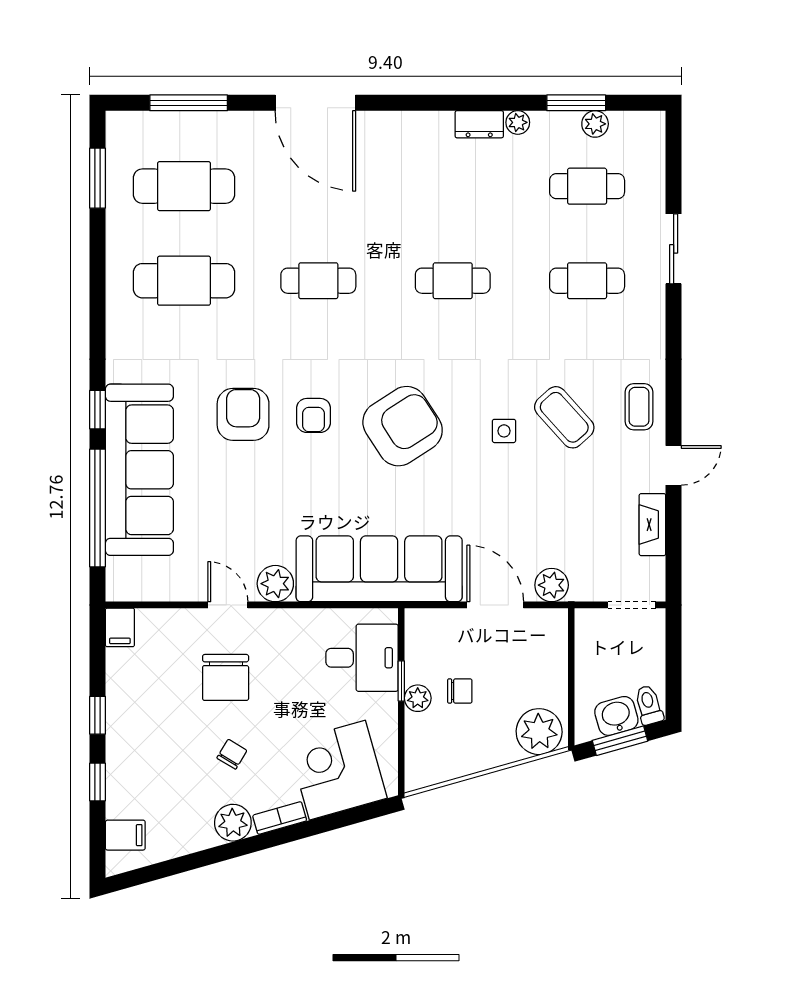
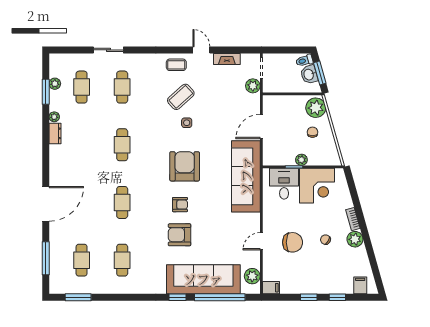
cafe table: (184, 186) -> (82, 260), width x0.73, depth x0.74
cafe table: (184, 281) -> (122, 260), width x0.73, depth x0.74
armchair: (403, 426) -> (185, 166), turned 33
plant: (275, 584) -> (252, 276), moved
plant: (552, 585) -> (253, 86), moved
chair: (460, 691) -> (312, 132), moved
corner desk: (337, 770) -> (317, 186), moved, turned -74

